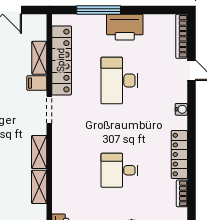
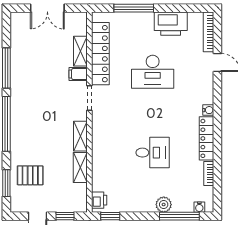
printer: (125, 27) -> (171, 24), moved
desk: (120, 81) -> (153, 72), turned -90
water cooler: (181, 109) -> (208, 110), moved
desk: (120, 170) -> (153, 153), turned 180

